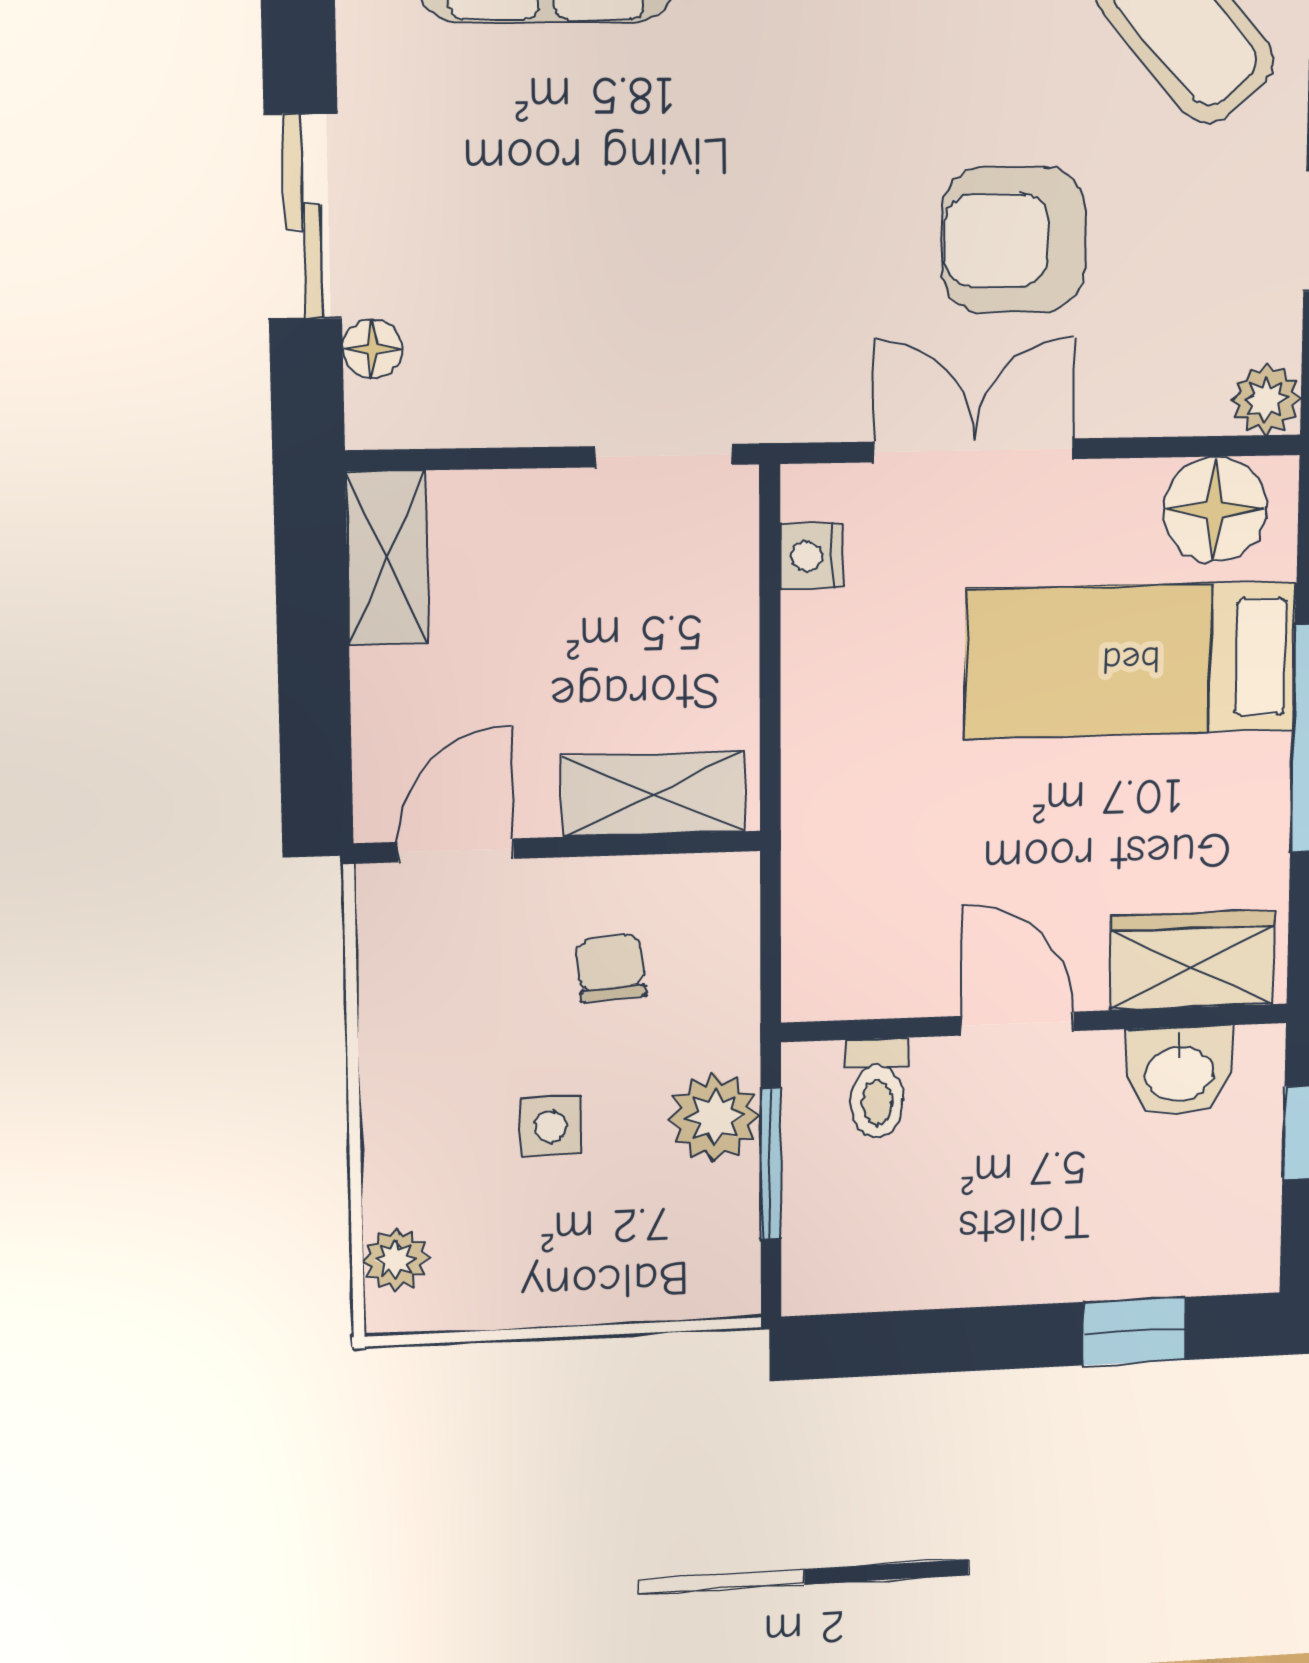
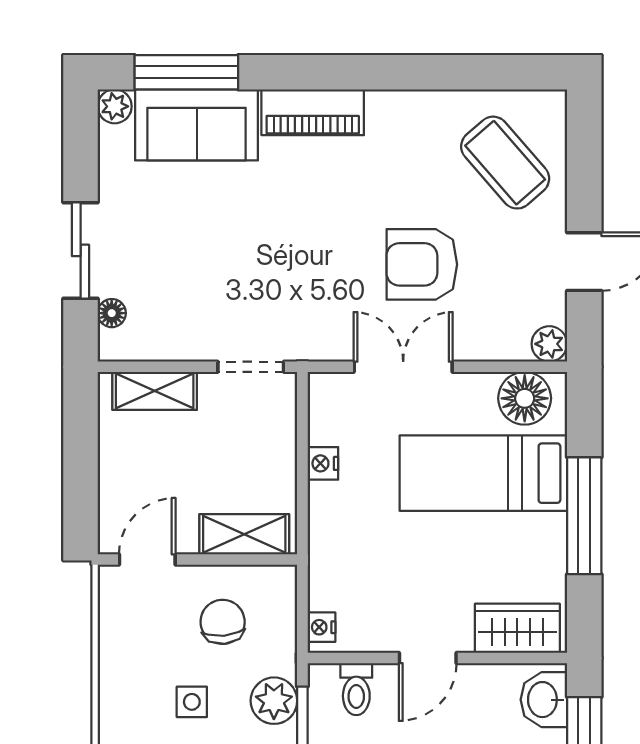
nightstand: (812, 556) -> (323, 463), moved
shelving: (387, 558) -> (155, 391), moved, turned 90
chair: (611, 968) -> (223, 622), width x1.37, depth x1.37
nightstand: (808, 972) -> (321, 627), added
door: (1017, 1023) -> (428, 658), swing flipped
washbasin: (1179, 1071) -> (544, 700), moved, turned 90

